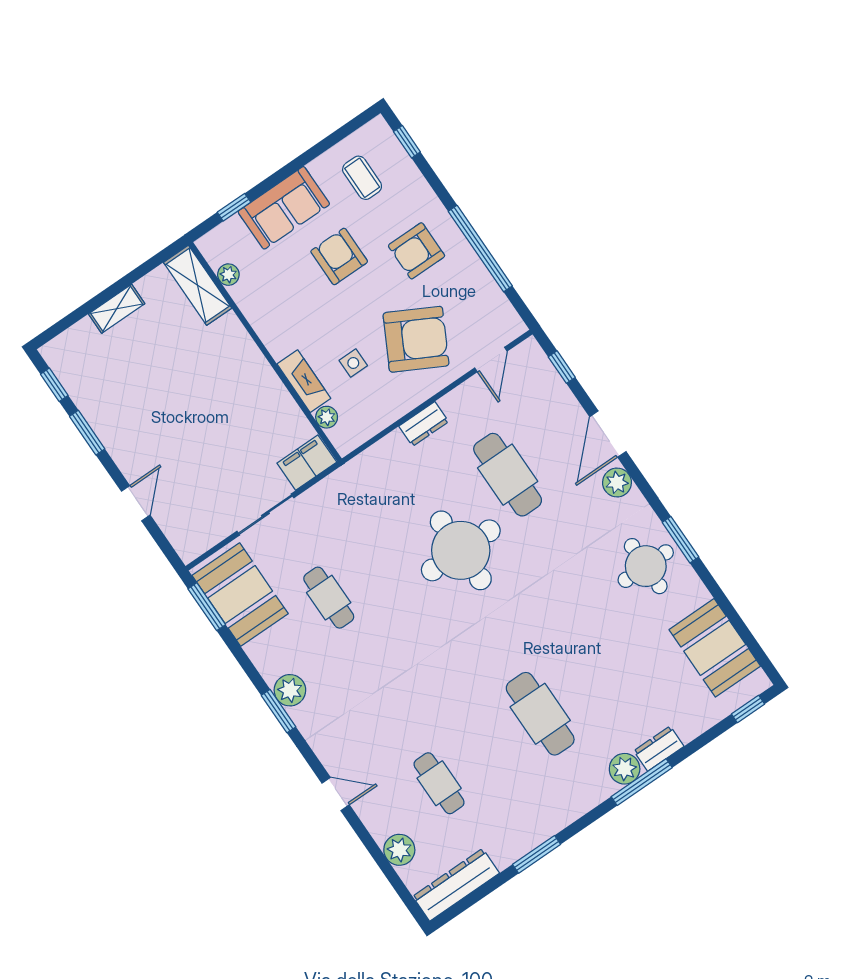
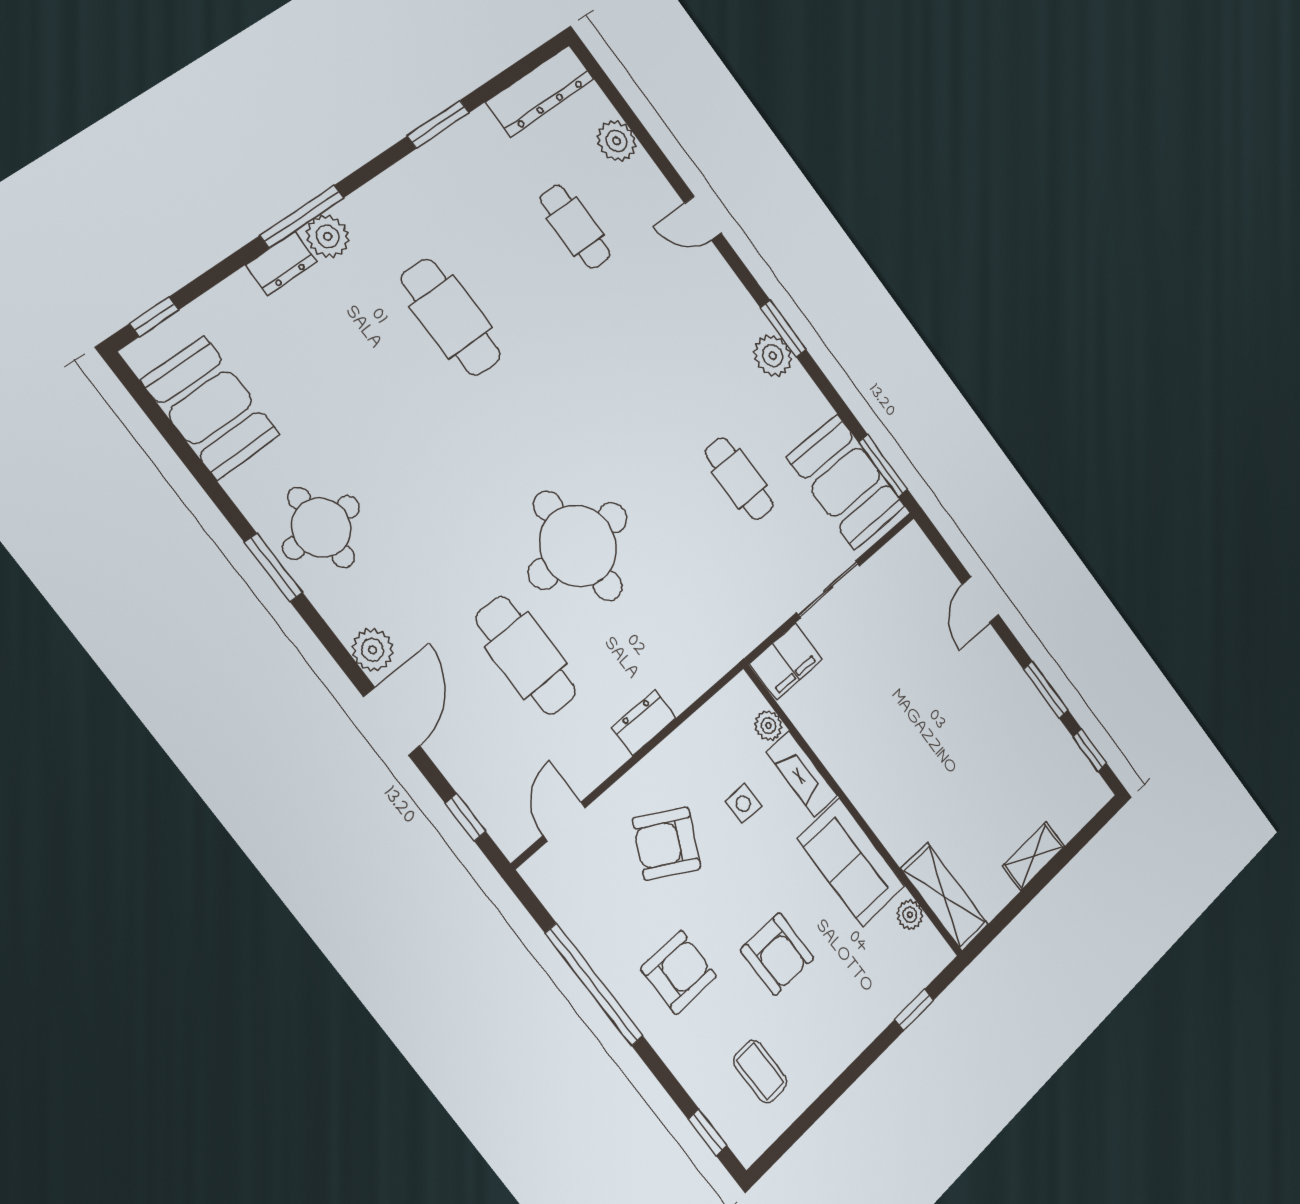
sofa: (284, 208) -> (851, 862), moved, turned -90
armchair: (416, 339) -> (666, 844), width x0.73, depth x0.73

